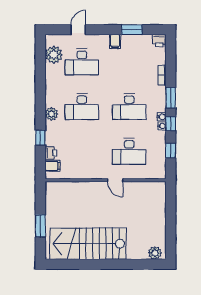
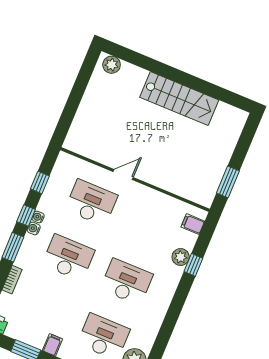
plant: (51, 114) -> (181, 257), moved
printer: (51, 153) -> (188, 241), removed
door: (115, 180) -> (123, 174), hinge flipped
window: (40, 226) -> (228, 182), moved
stairs: (88, 244) -> (179, 99), width x0.73, depth x0.66

